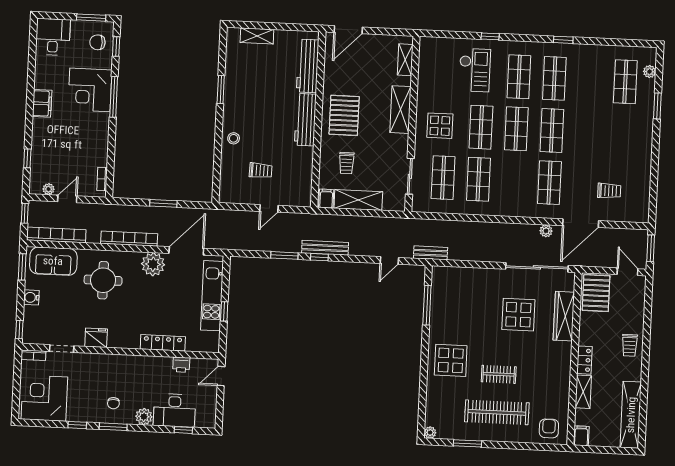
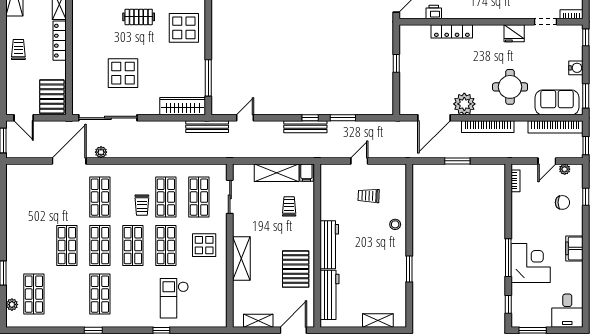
chair: (97, 42) -> (562, 202), moved
shelving: (405, 60) -> (258, 321), moved, turned 90
shop shelf: (519, 77) -> (67, 246), moved
pallet: (344, 115) -> (296, 269), moved
trolley: (609, 191) -> (142, 205), moved, turned -90
bench: (431, 253) -> (207, 127), width x1.36
kitchen unit: (212, 296) -> (408, 77), removed
wardrobe: (564, 316) -> (183, 106), moved, turned -90
locker: (584, 360) -> (60, 41), width x1.53

